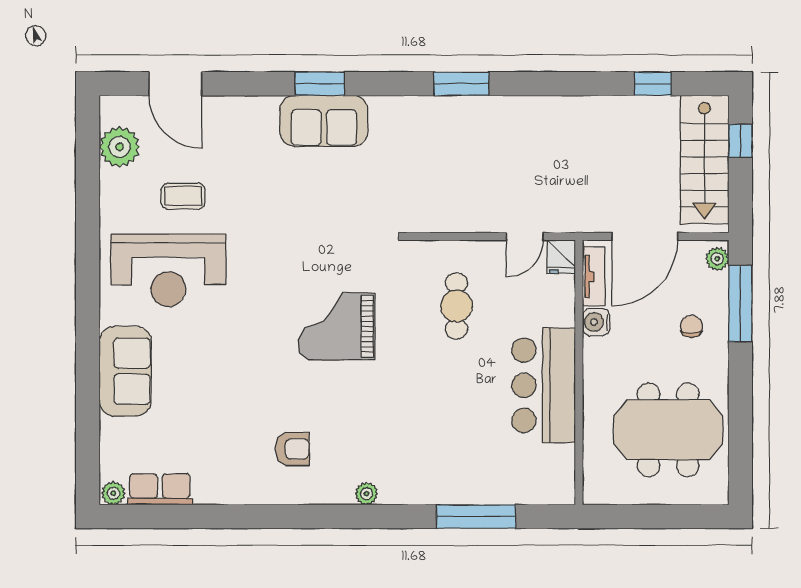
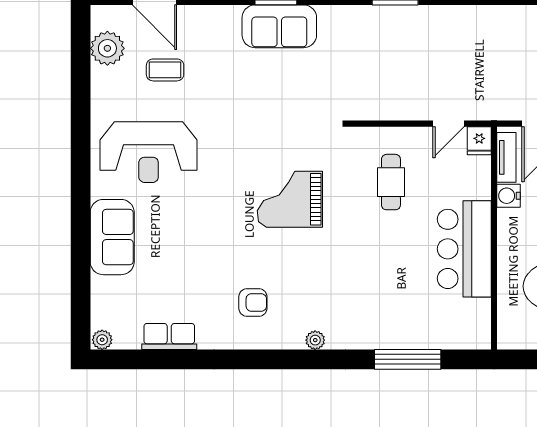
coffee table: (183, 196) -> (165, 70), moved
row of seats: (160, 489) -> (169, 337), moved

